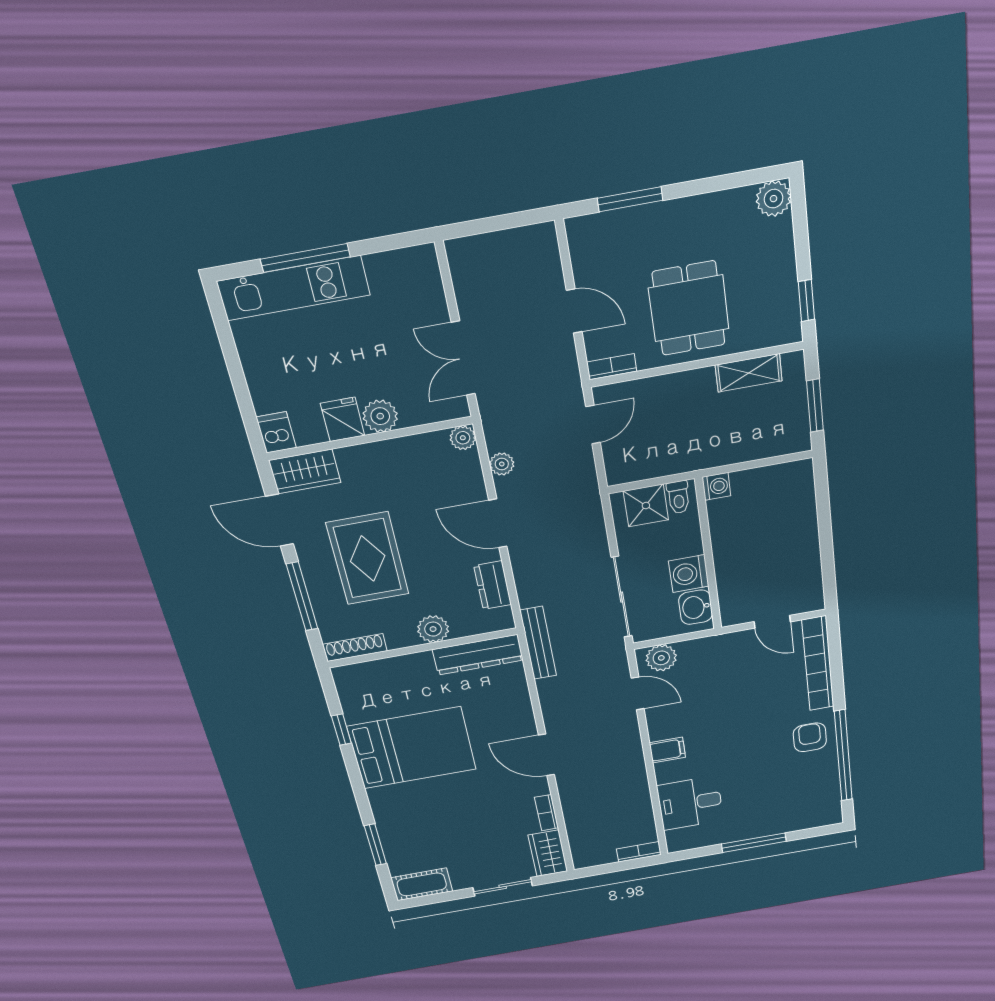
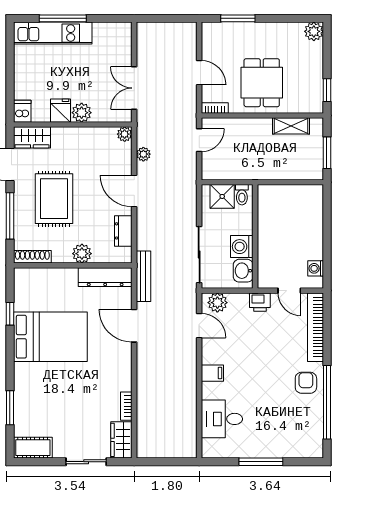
washing machine: (716, 486) -> (316, 268), moved, turned 180
printer: (728, 645) -> (260, 302), added
door: (546, 755) -> (134, 326), moved
bookcase: (639, 852) -> (182, 452), removed

